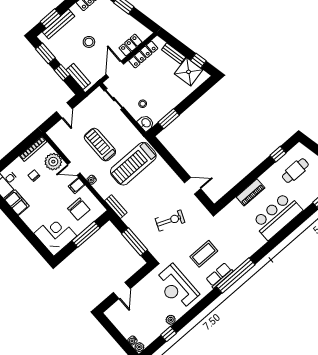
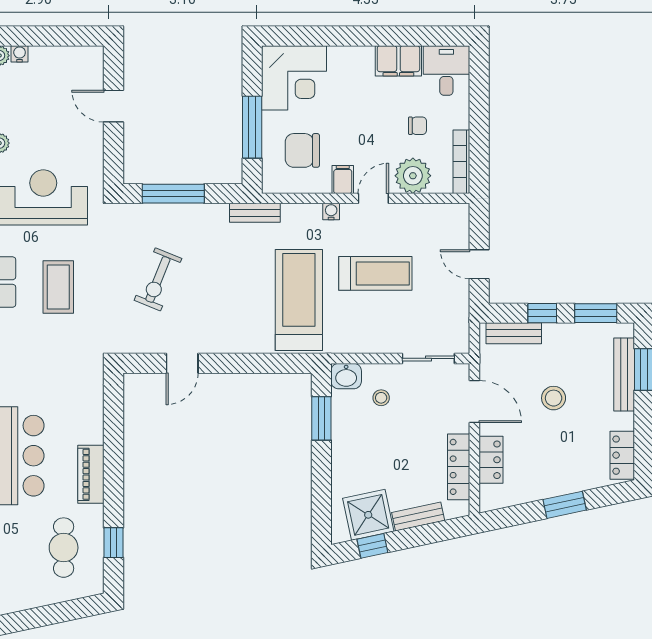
piano: (251, 192) -> (91, 474), moved

